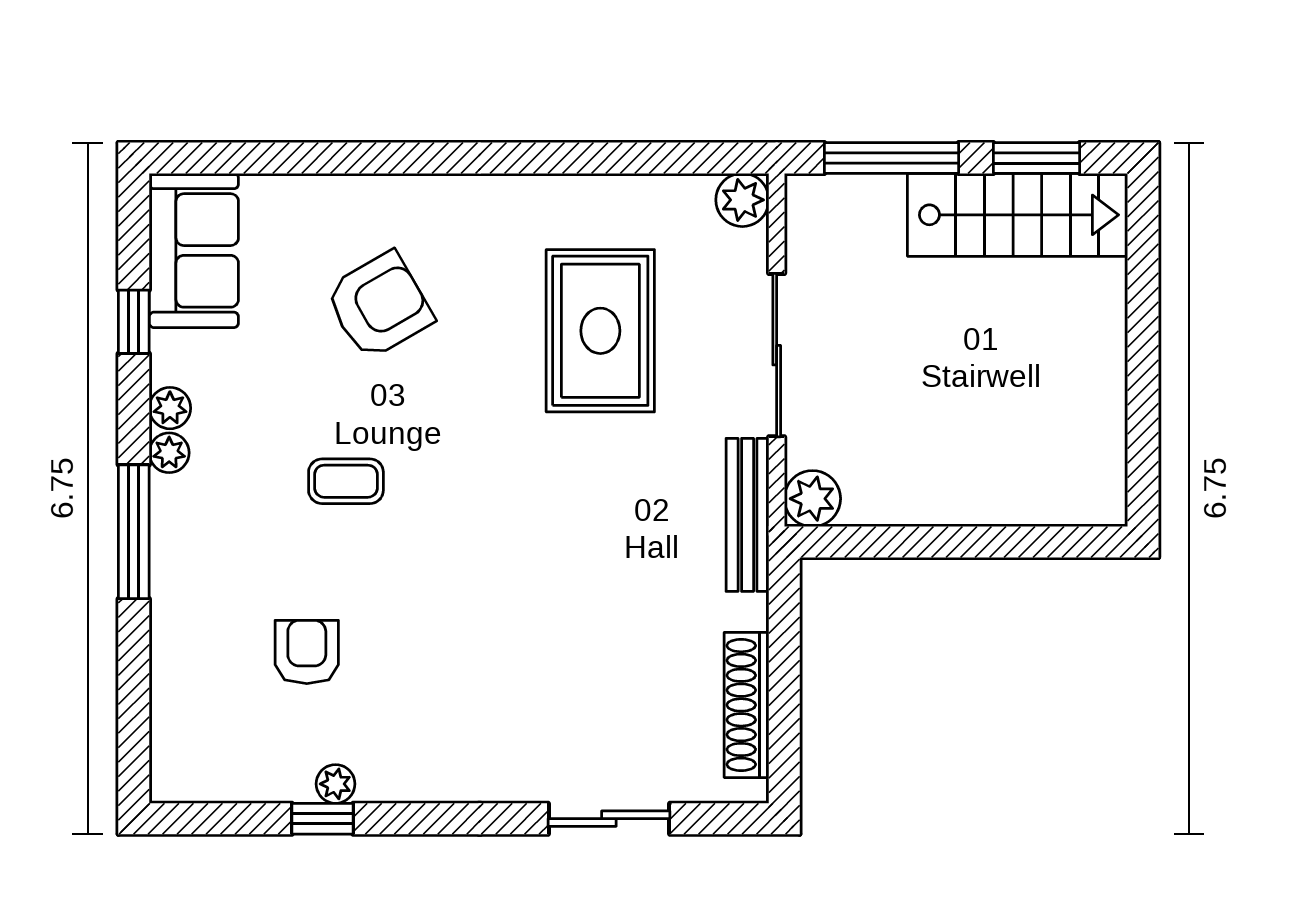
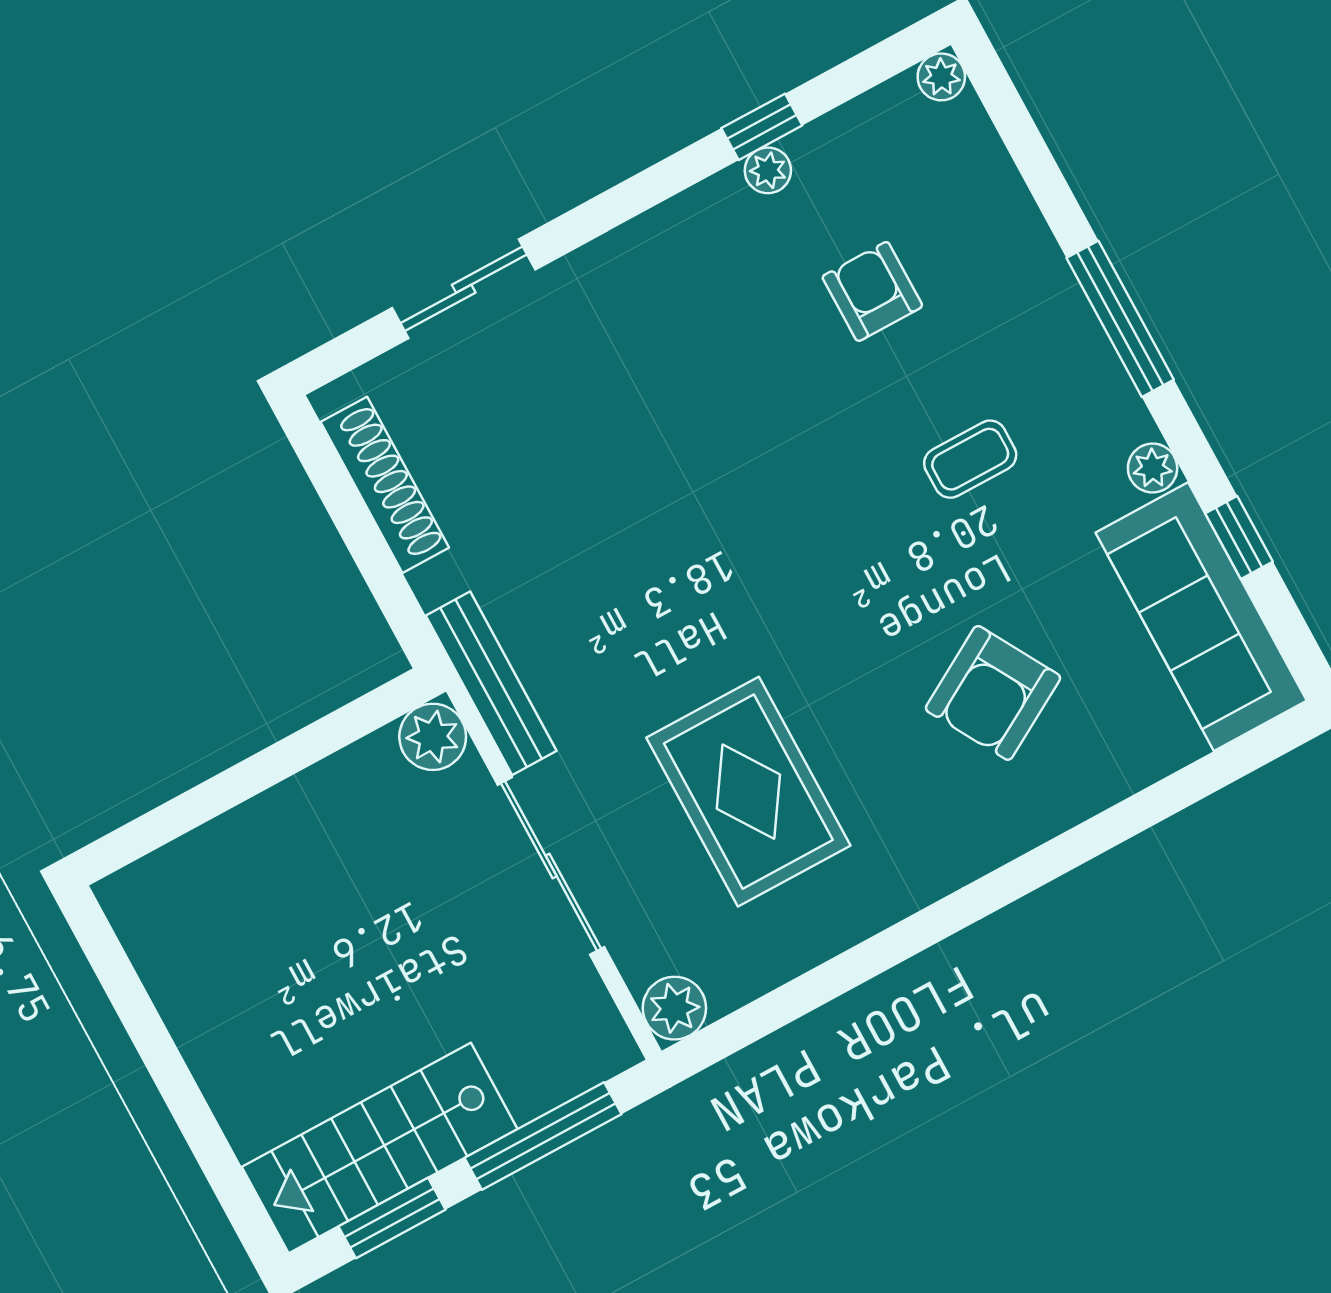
sofa: (194, 250) -> (1201, 617), width x1.36
plant: (169, 453) -> (941, 77), moved
coffee table: (346, 481) -> (970, 459), moved
armchair: (307, 652) -> (872, 291), turned 180

